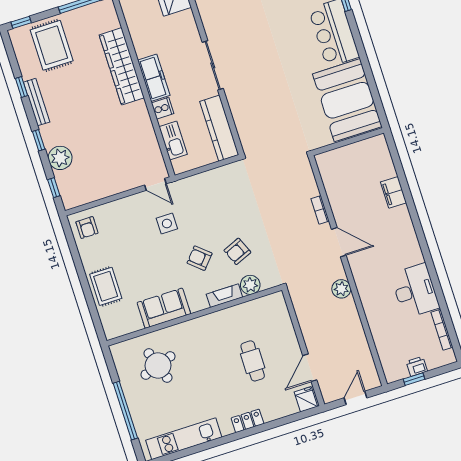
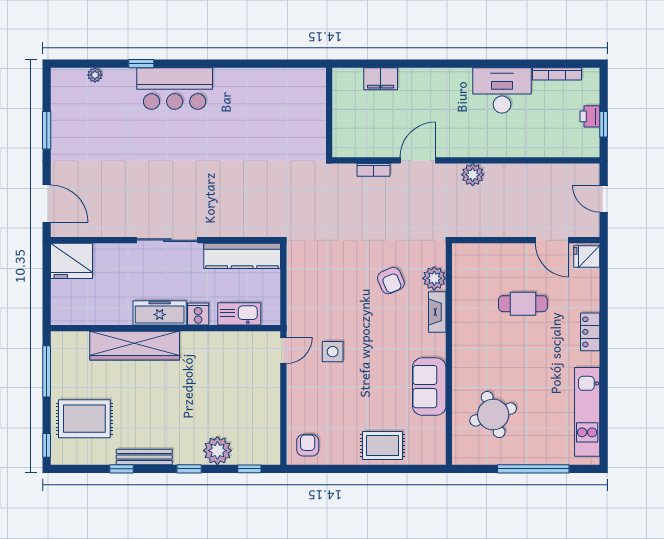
booth: (347, 100) -> (257, 98), removed
wall: (348, 142) -> (329, 112), moved
armchair: (87, 228) -> (308, 445), turned -90
armchair: (200, 258) -> (385, 327), removed

